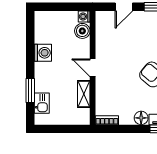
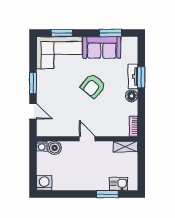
washing machine: (43, 53) -> (44, 183), moved
door: (93, 68) -> (87, 139), swing flipped
shelving: (84, 94) -> (126, 147), moved

